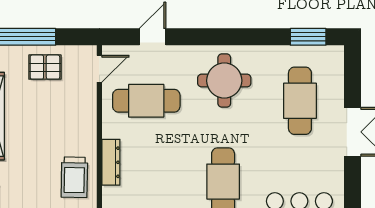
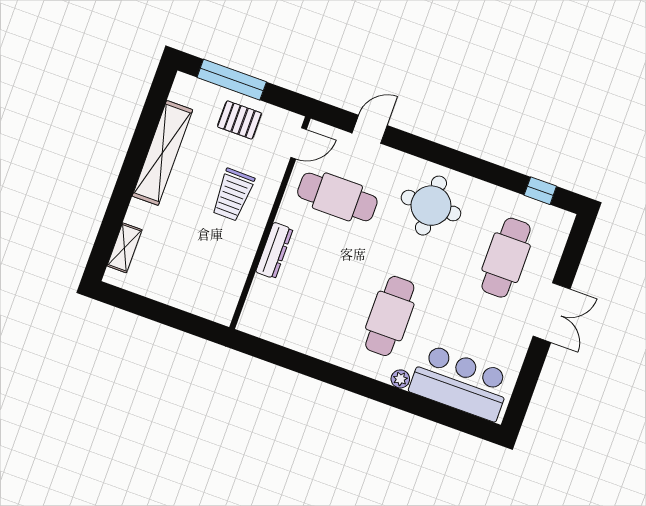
window: (308, 37) -> (540, 191), width x0.67
trolley: (74, 177) -> (233, 195), moved

